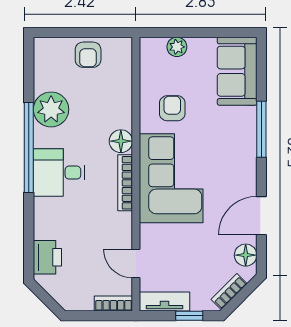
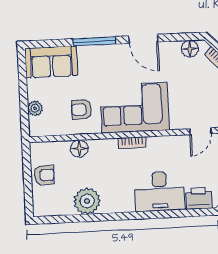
floor lamp: (121, 141) -> (79, 149), moved
window: (29, 147) -> (117, 216), removed
desk: (59, 173) -> (160, 191), moved, width x1.37
bookcase: (125, 183) -> (132, 143), width x0.64
door: (261, 216) -> (143, 39), moved

